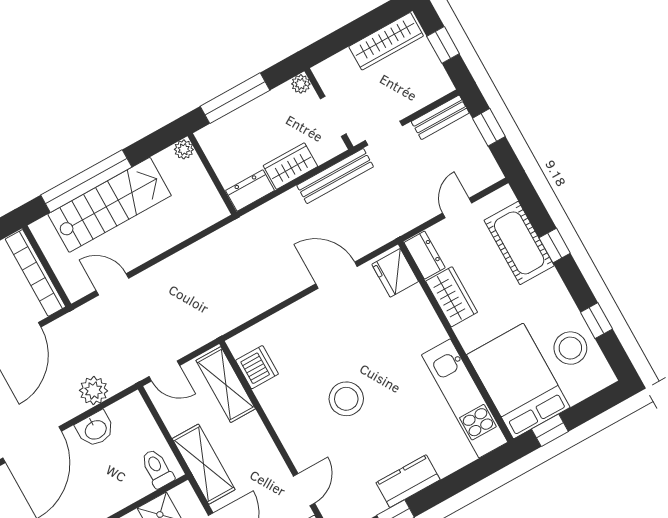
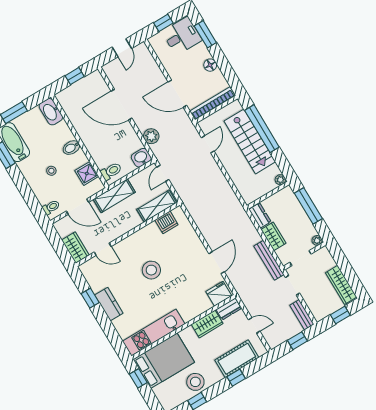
stool: (570, 348) -> (195, 382), moved
washbasin: (95, 429) -> (141, 158), moved, turned 90

